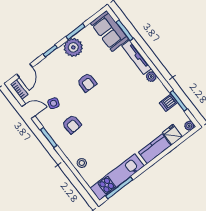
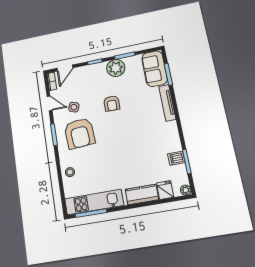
plant: (151, 77) -> (172, 127), removed
armchair: (72, 124) -> (79, 133), width x1.88, depth x1.88

